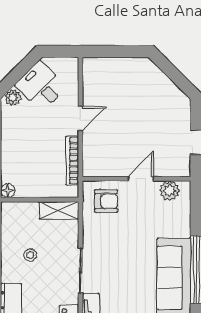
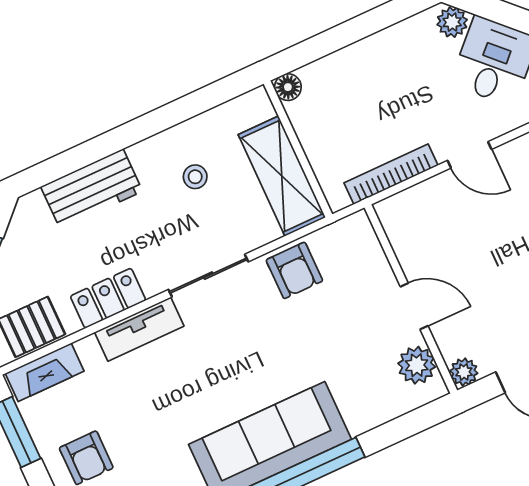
plant: (183, 169) -> (464, 372), added
armchair: (106, 201) -> (294, 270), moved
shelving: (59, 210) -> (282, 176), width x1.50, depth x1.33

